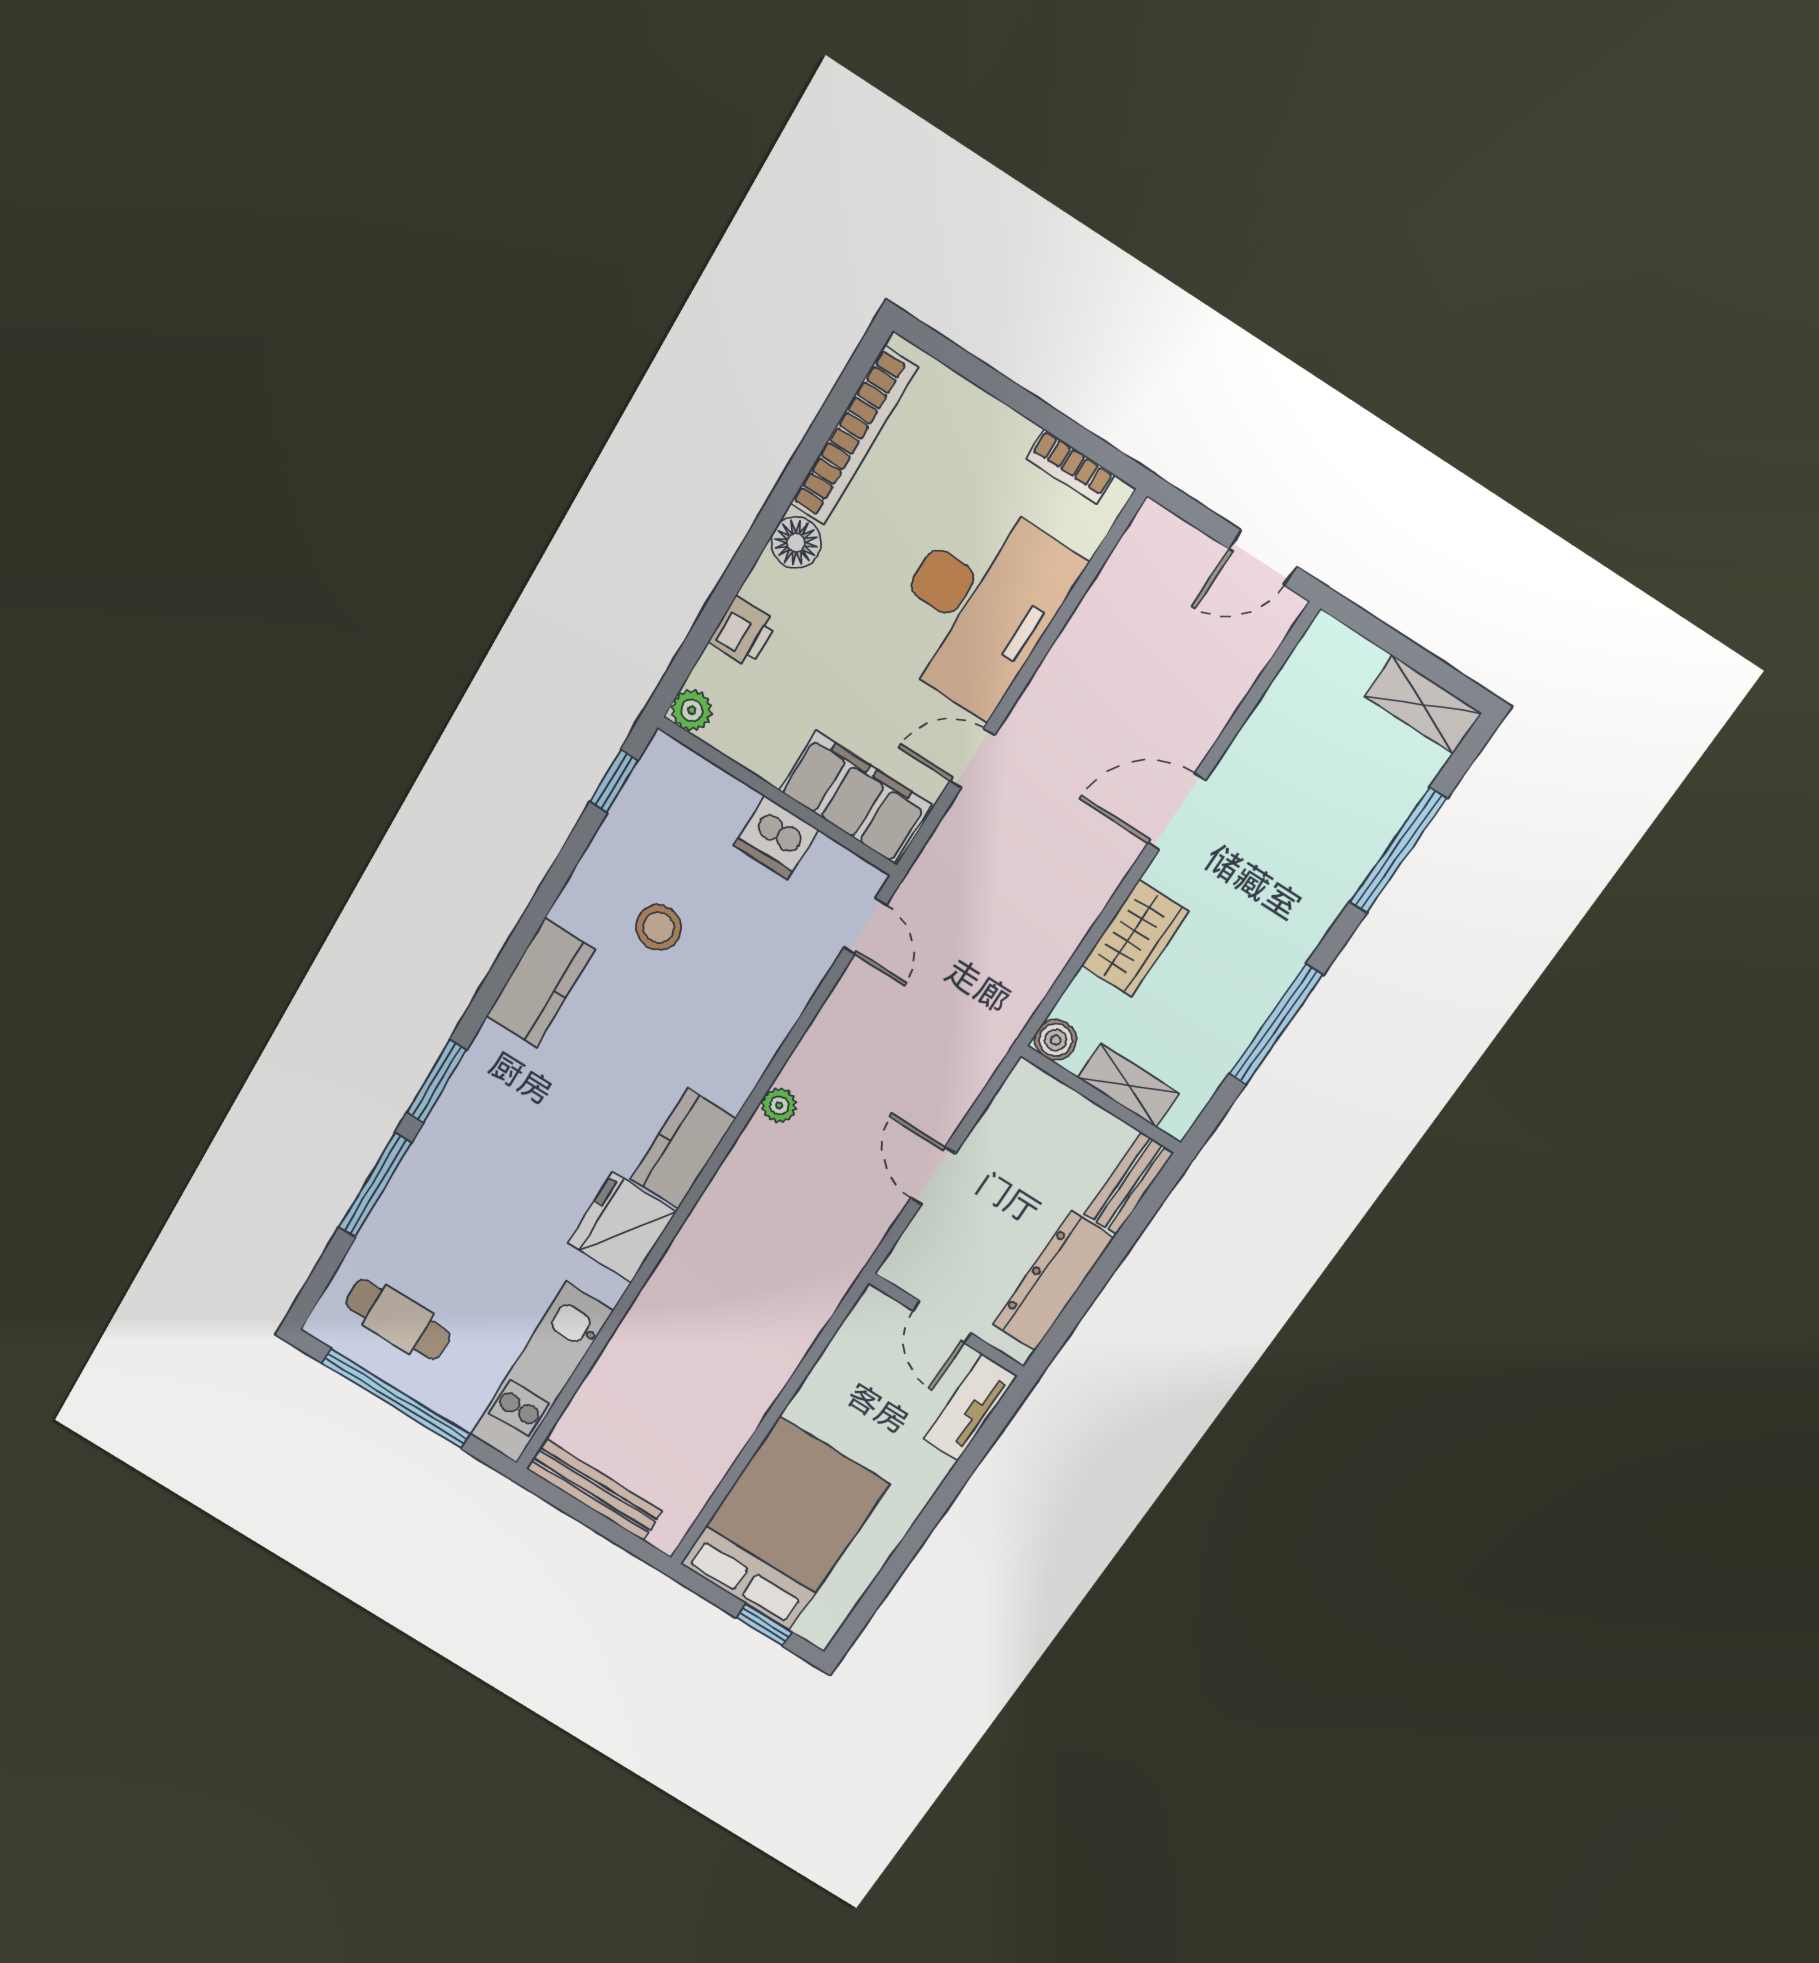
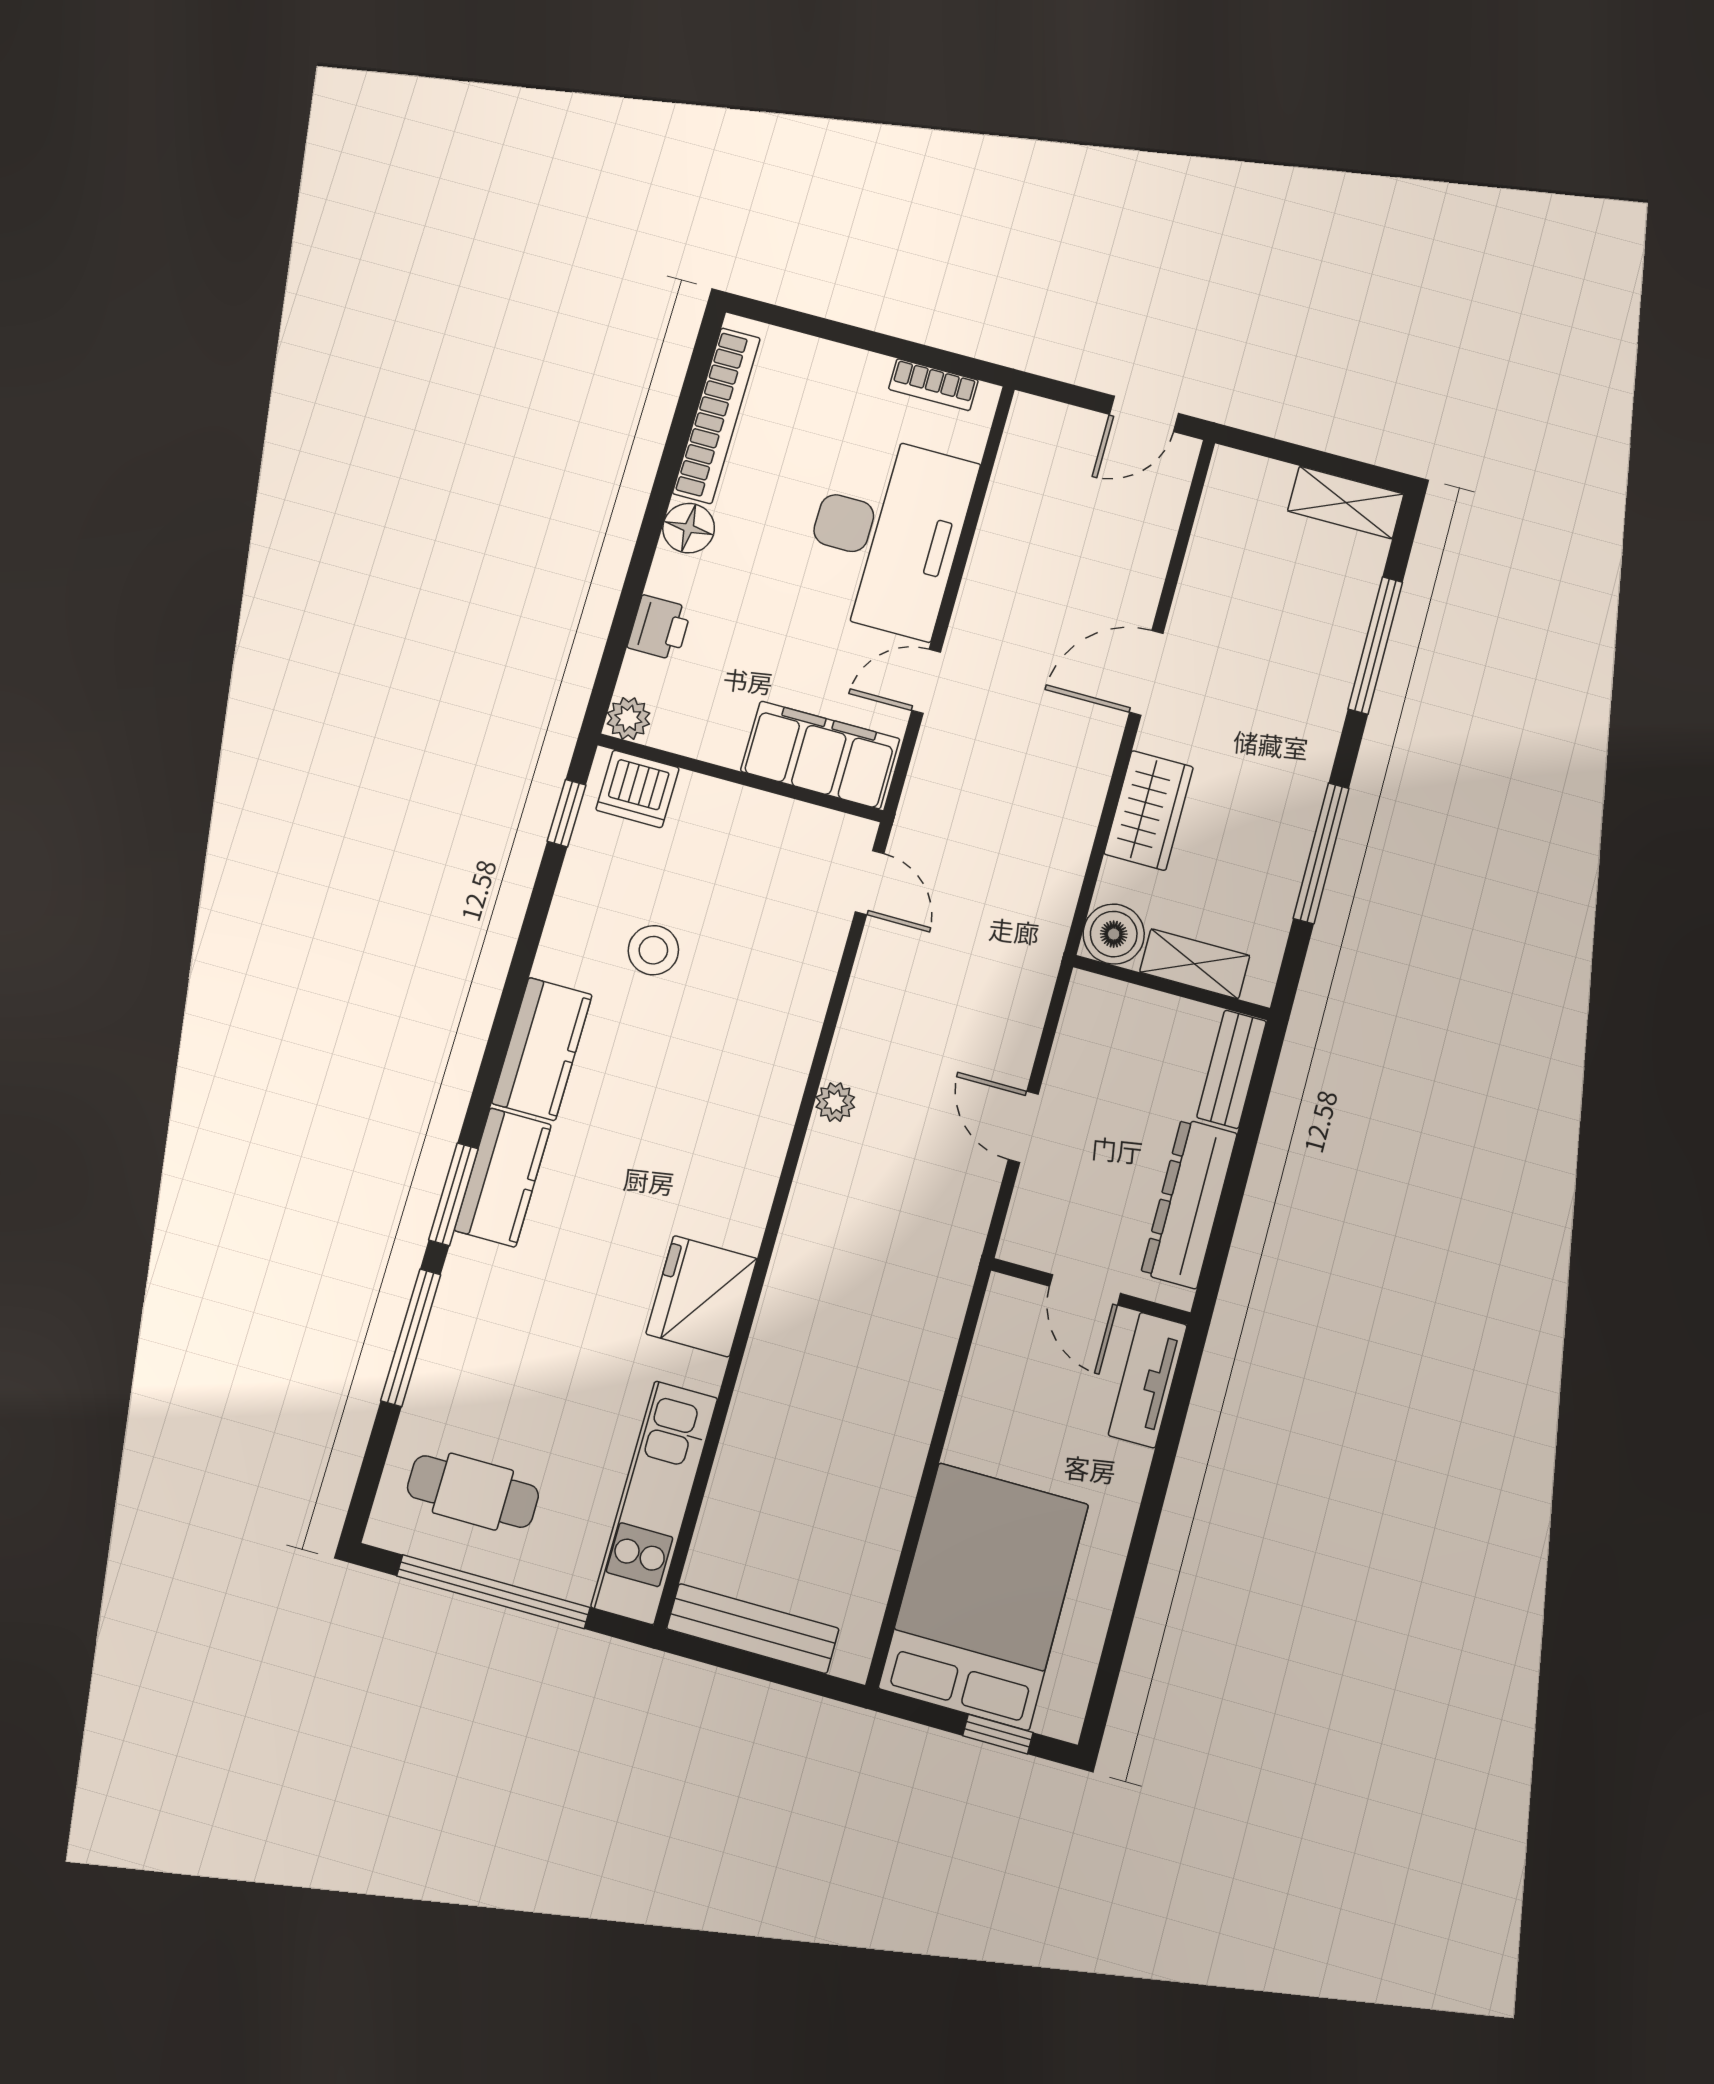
dishwasher: (776, 838) -> (637, 789), moved
boiler: (1056, 1040) -> (1114, 934), width x1.36, depth x1.36
kitchen counter: (683, 1149) -> (503, 1177), moved, turned 180

